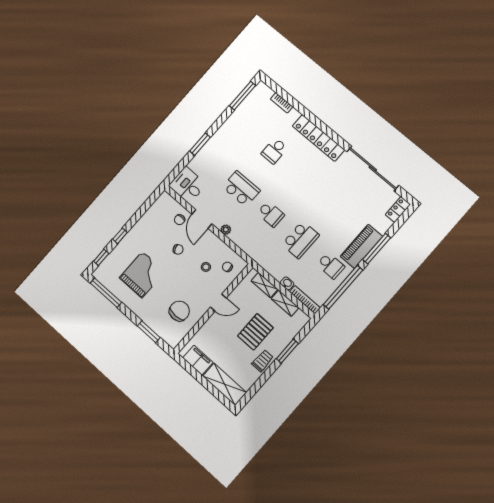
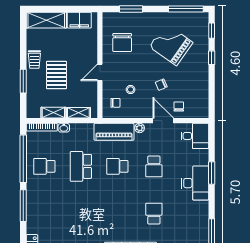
desk: (220, 147) -> (195, 183), added
school desk: (241, 189) -> (154, 166), width x0.54
piano: (361, 246) -> (114, 132), moved, turned 90
grand piano: (142, 275) -> (171, 45), turned 125

